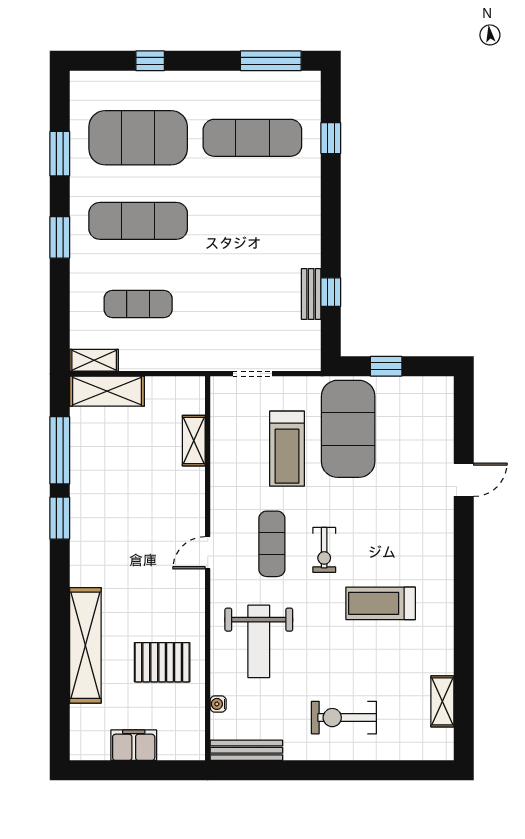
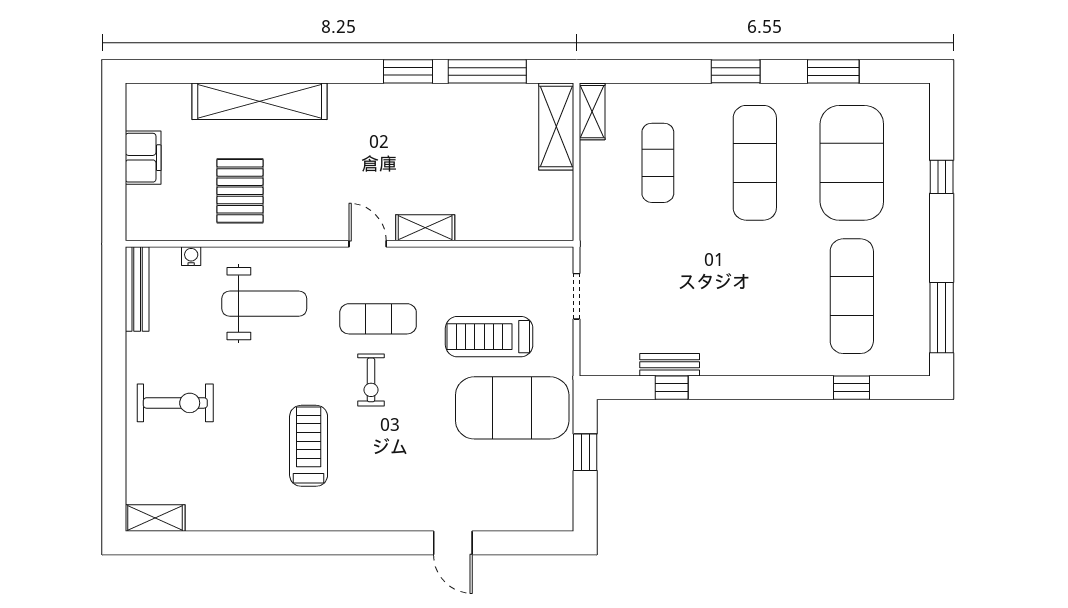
shelving: (194, 441) -> (425, 228), moved
exercise bike: (324, 550) -> (371, 380), turned -90
weight bench: (259, 641) -> (264, 304), turned 180
shelving: (442, 701) -> (155, 518), moved
exercise bike: (344, 718) -> (175, 403), turned 90

